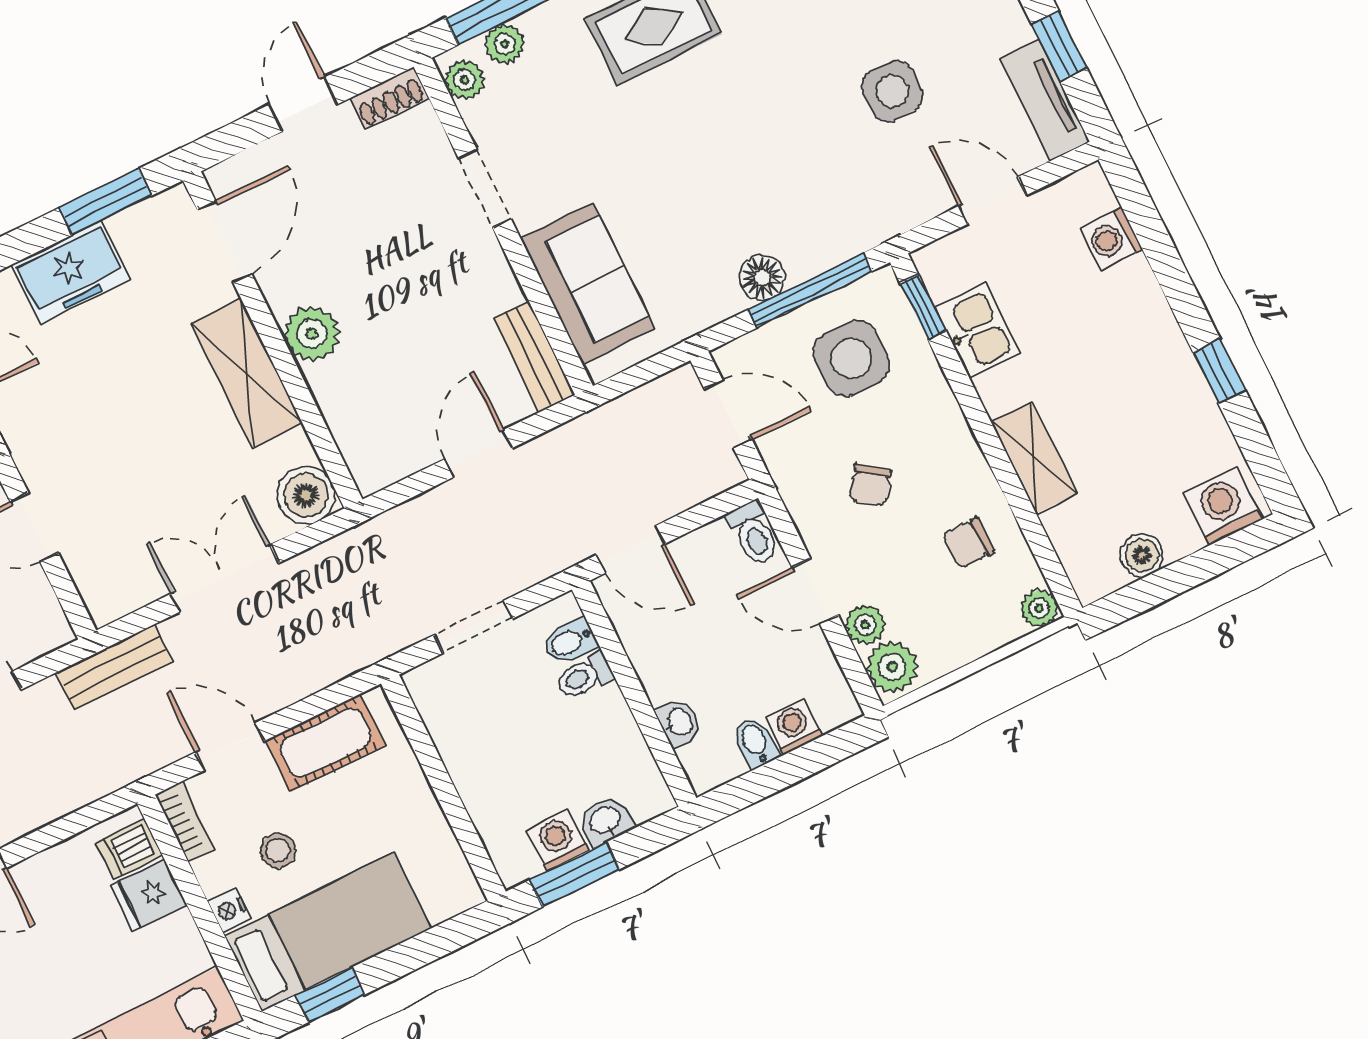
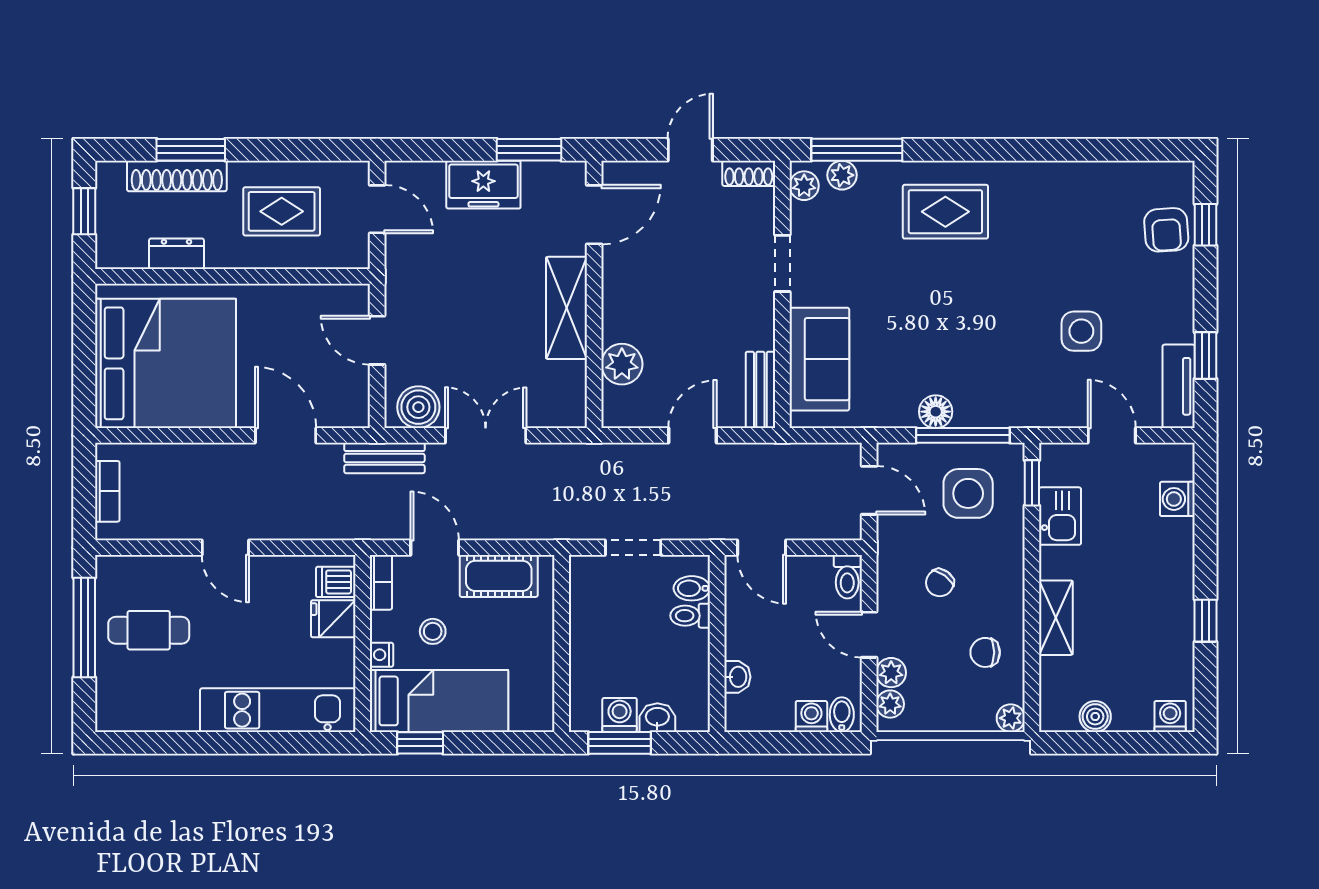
plant: (312, 334) -> (622, 364), moved
boiler: (306, 495) -> (418, 407), moved
washing machine: (1223, 506) -> (1170, 716), width x0.73, depth x0.73
plant: (892, 667) -> (890, 704), width x0.73, depth x0.73
bidet: (755, 742) -> (842, 715), moved

